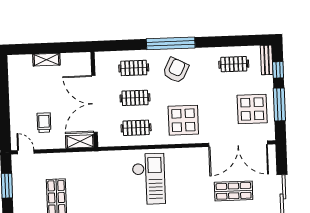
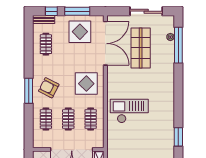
window: (171, 43) -> (29, 91), width x0.68
shop shelf: (234, 191) -> (141, 48), width x1.43, depth x1.36

